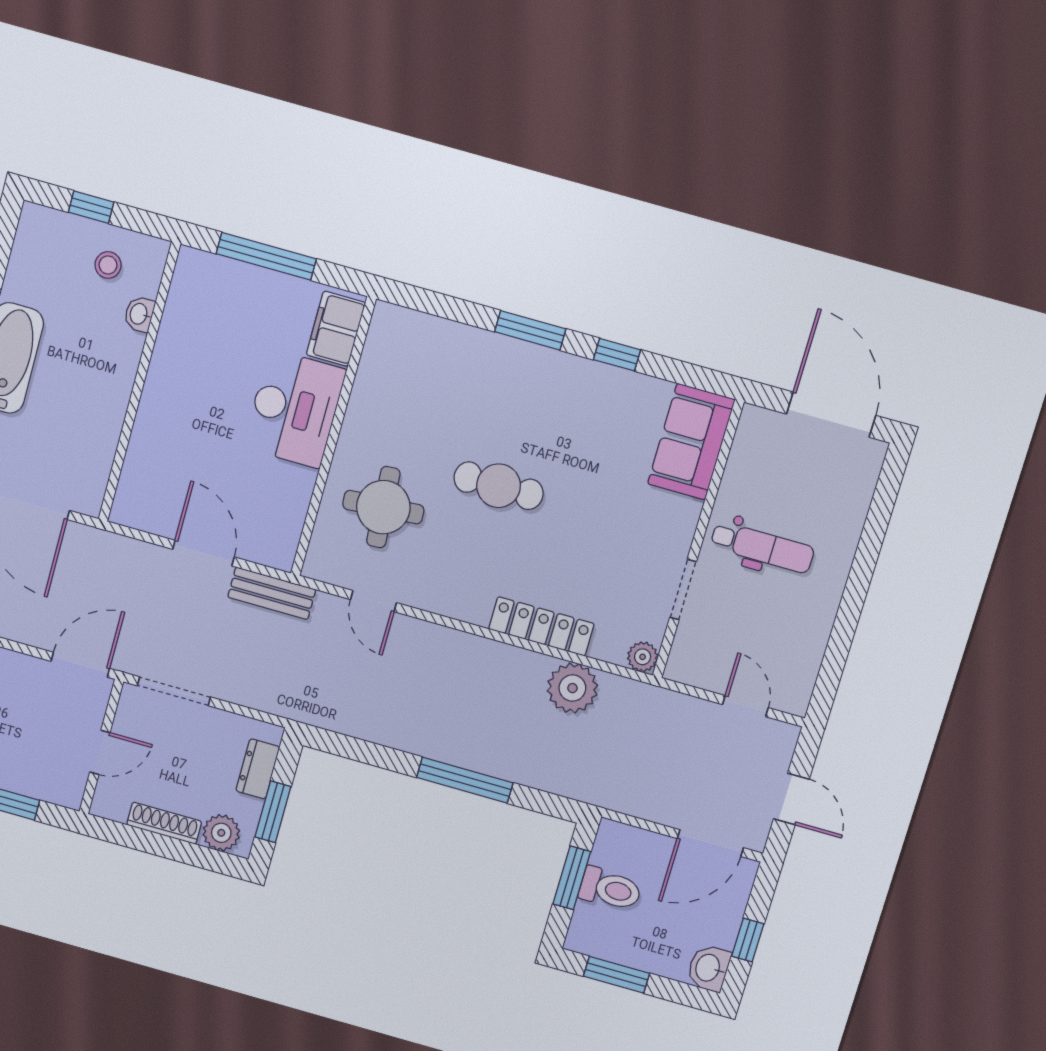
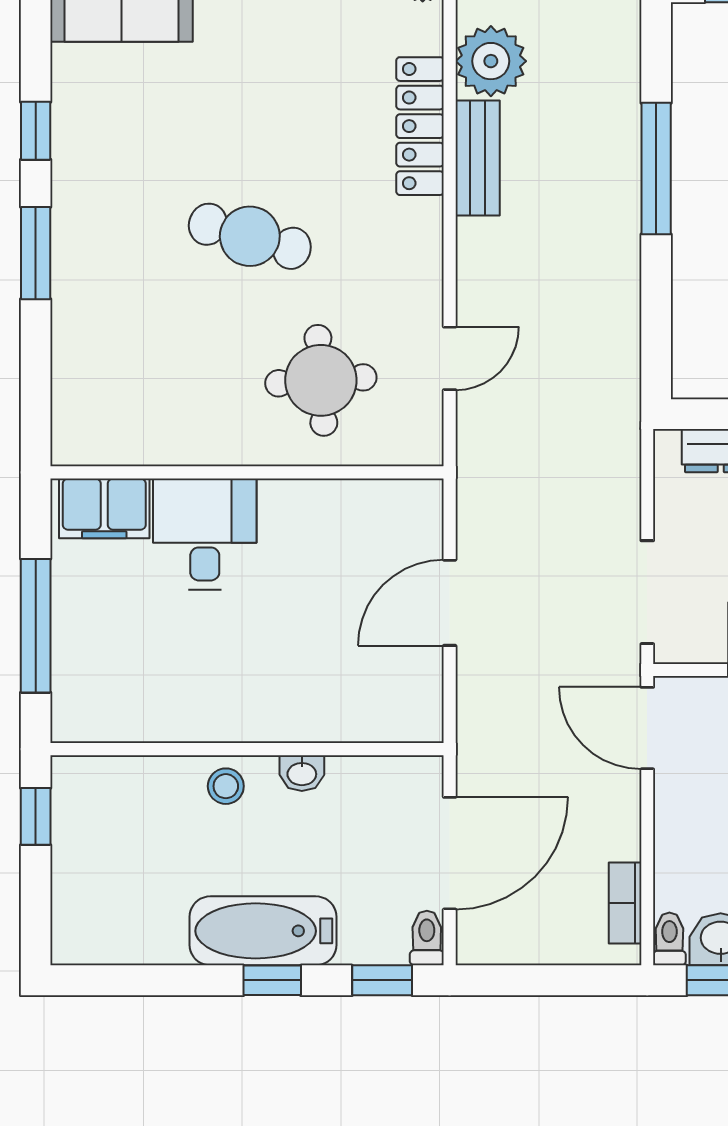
window: (91, 207) -> (36, 816), moved
stool: (108, 265) -> (226, 786), moved
washbasin: (139, 314) -> (302, 773), moved
desk: (295, 409) -> (205, 534), width x0.73
cafe table: (499, 486) -> (250, 236), turned -74
bench: (272, 593) -> (478, 158), moved

